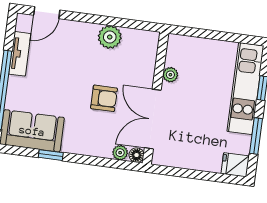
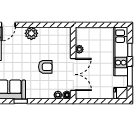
plant: (110, 37) -> (31, 33), moved
double door: (153, 119) -> (73, 74), swing flipped

